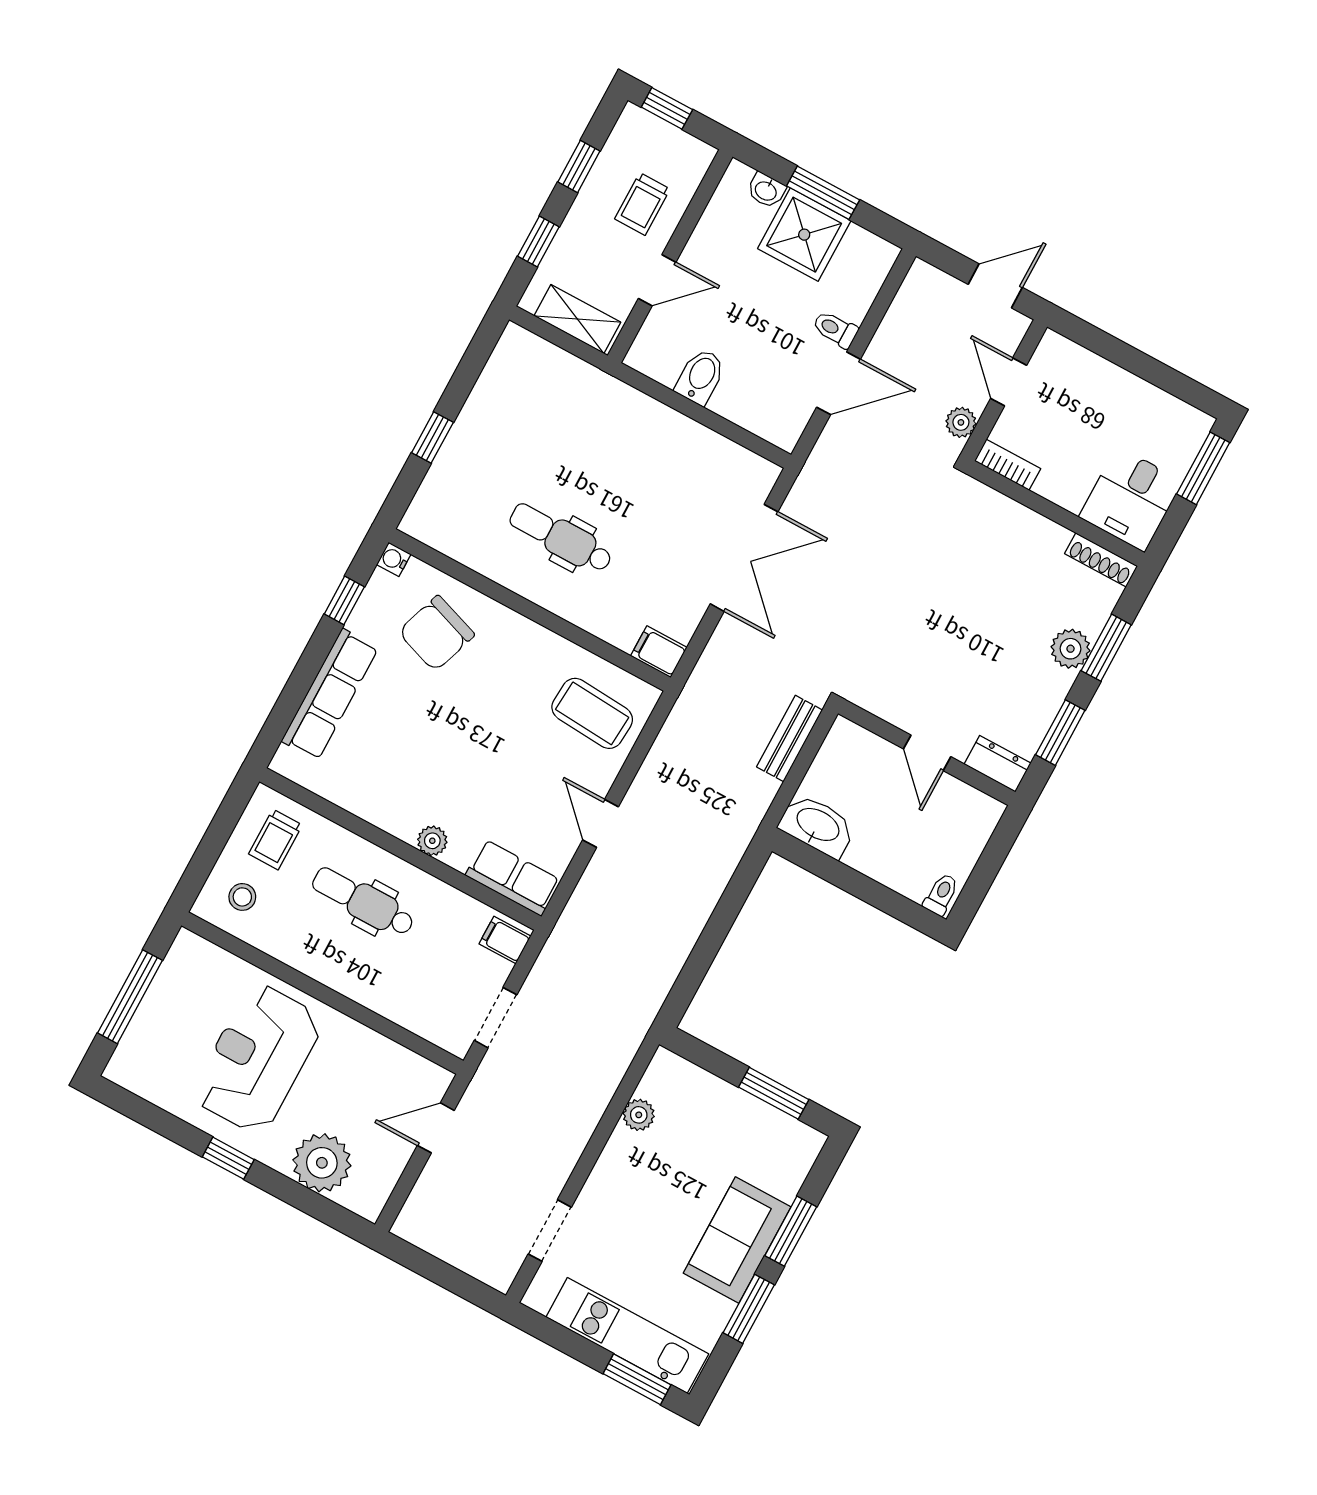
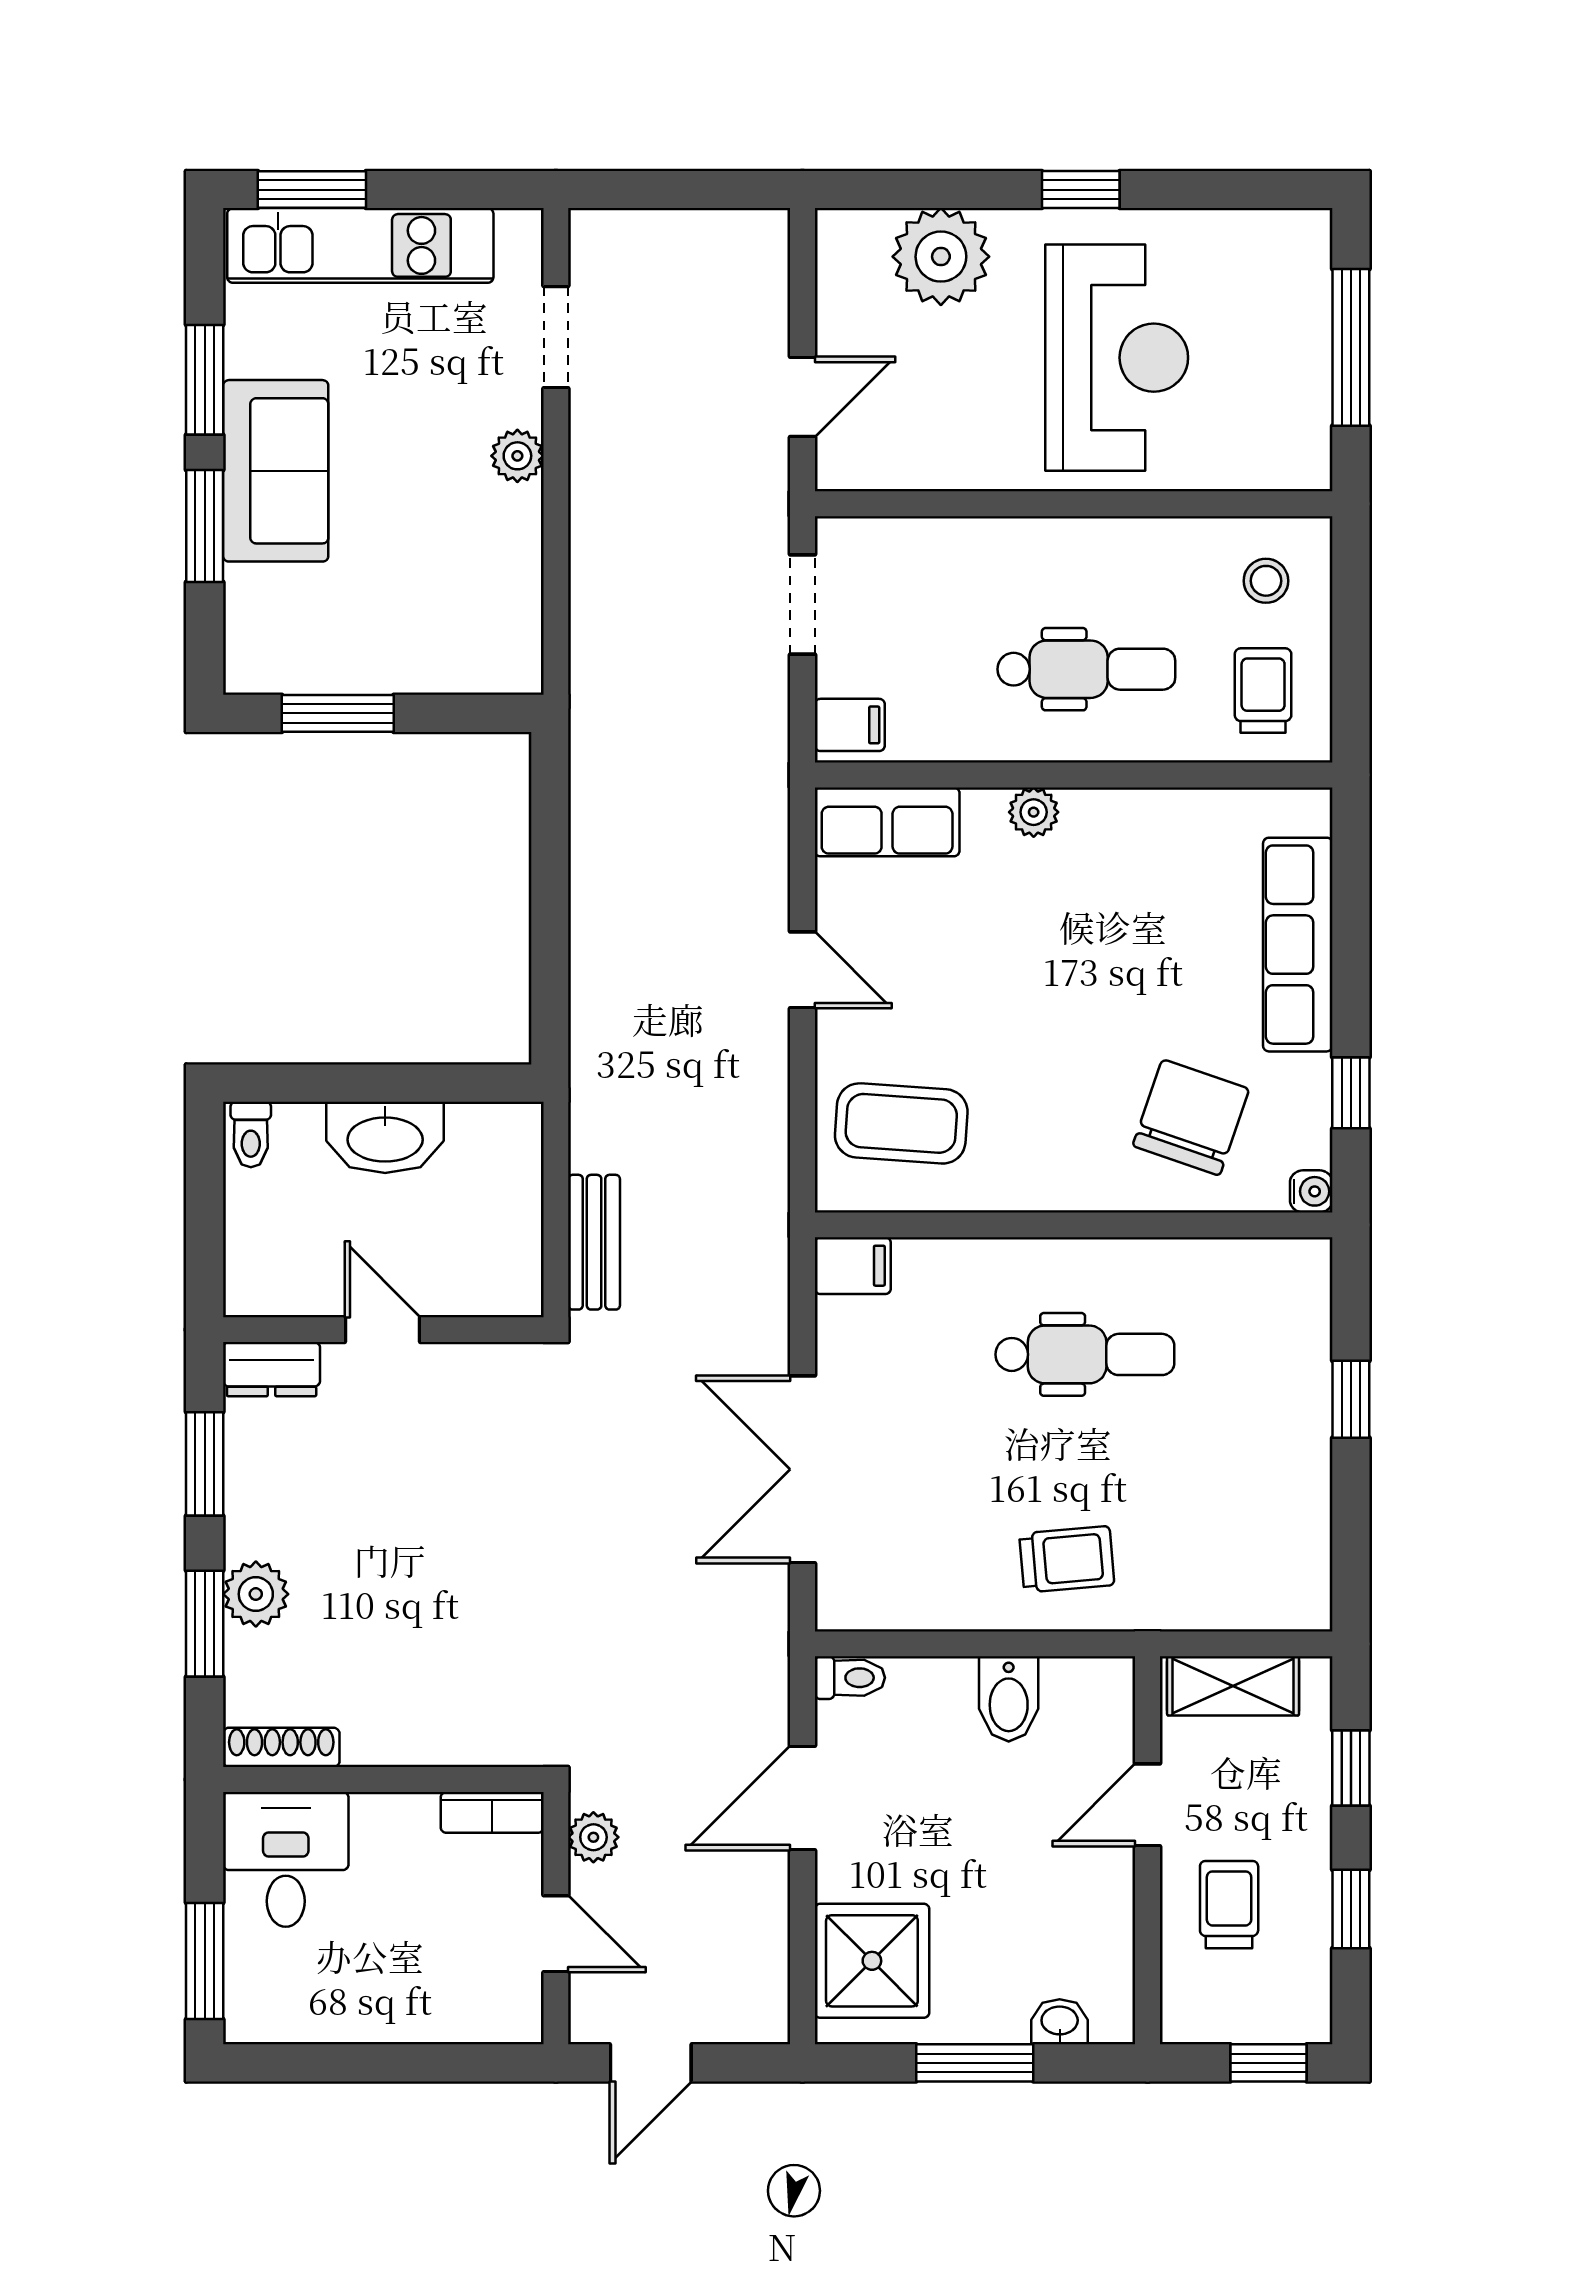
shower: (804, 235) -> (872, 1961), moved
toilet: (835, 329) -> (850, 1678), moved
trolley: (629, 434) -> (1067, 1559), added
washbasin: (817, 826) -> (385, 1137), moved
plant: (639, 1115) -> (517, 456), moved

